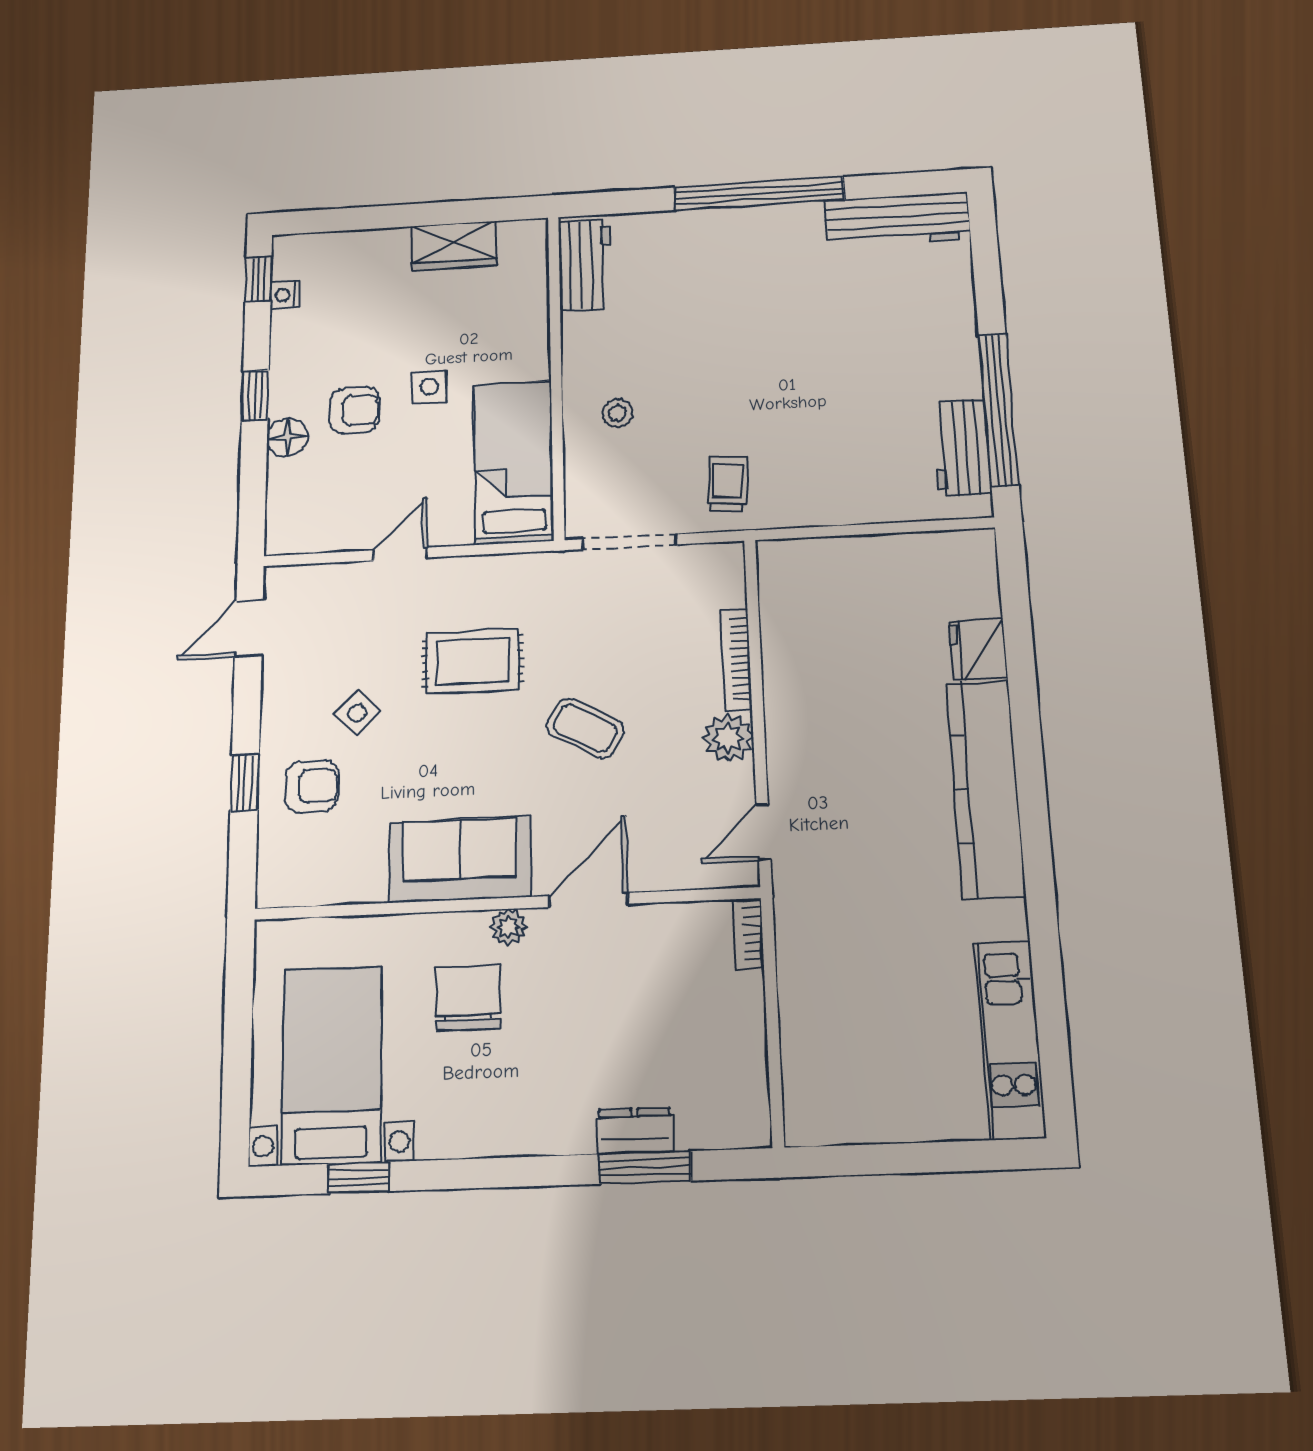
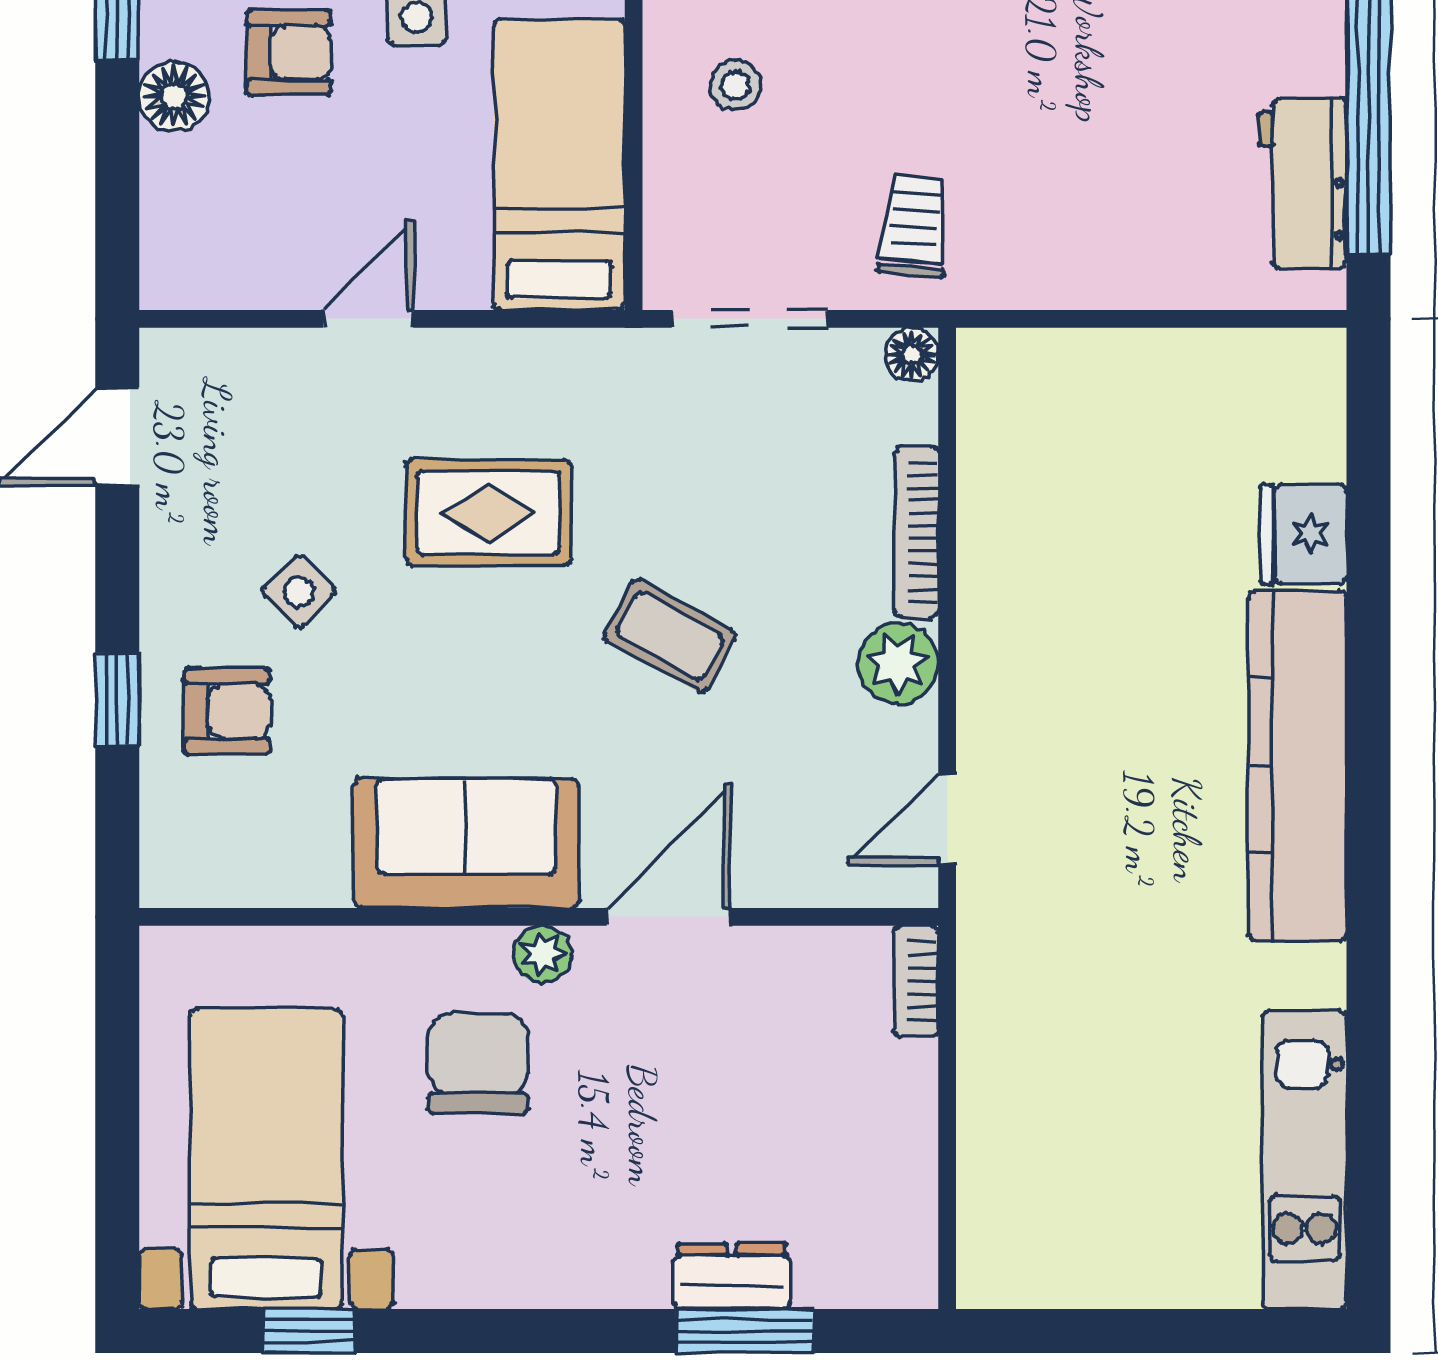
floor lamp: (729, 557) -> (912, 354), added

